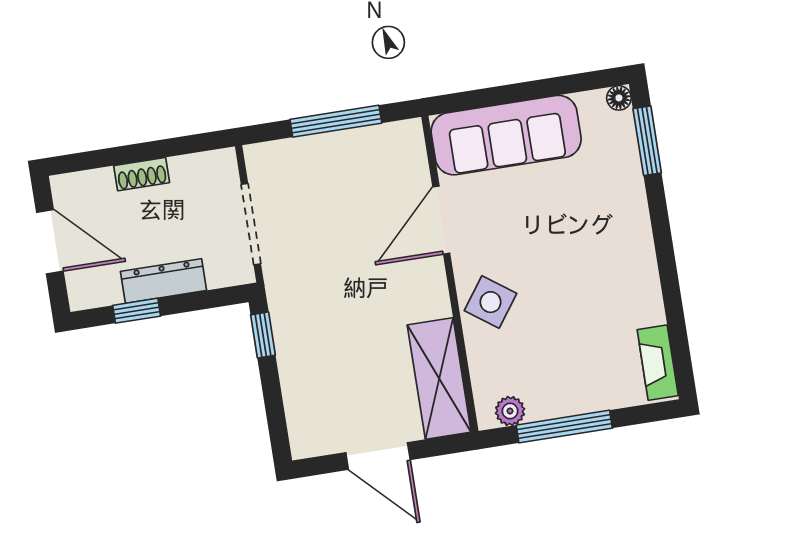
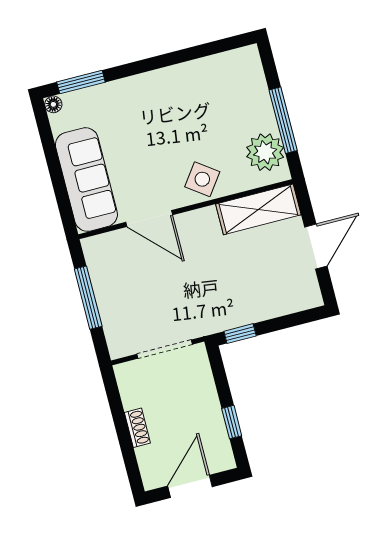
dresser: (163, 281) -> (209, 406), removed
fireplace: (658, 363) -> (233, 60), removed
plant: (510, 411) -> (265, 152), width x1.87, depth x1.87

